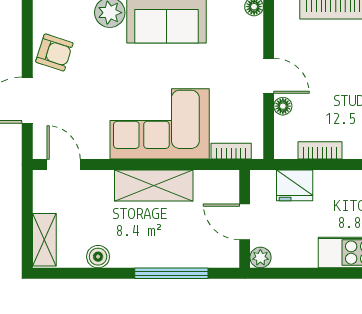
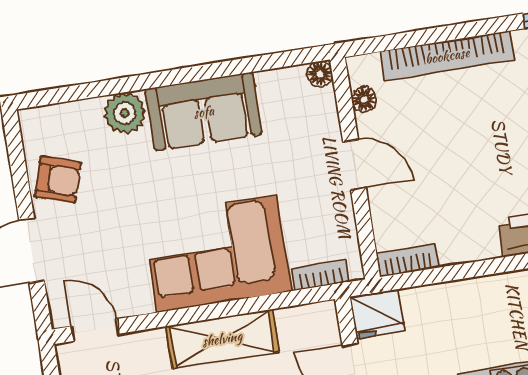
floor lamp: (283, 106) -> (364, 99), moved
bookcase: (320, 150) -> (408, 260), moved
fridge: (295, 185) -> (378, 314), moved

